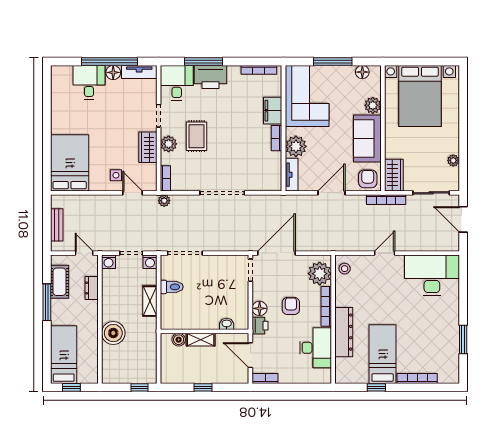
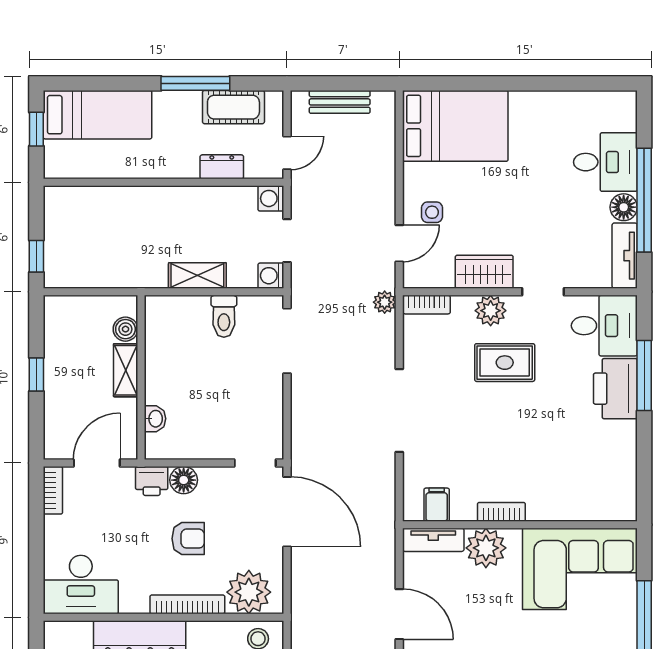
bookcase: (259, 70) -> (629, 479), removed
filing cabinet: (273, 111) -> (437, 505), moved, width x0.50
boiler: (113, 333) -> (138, 207), removed
desk: (316, 348) -> (81, 585), moved

